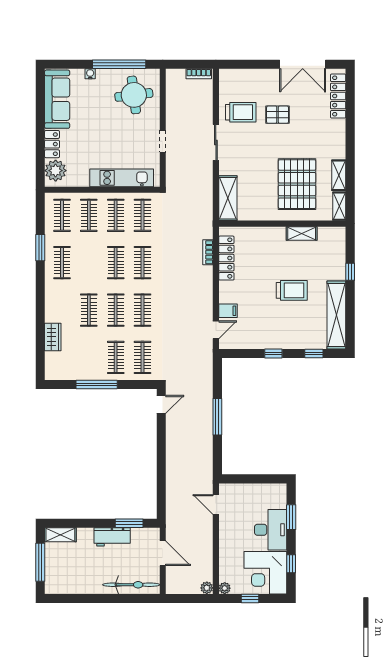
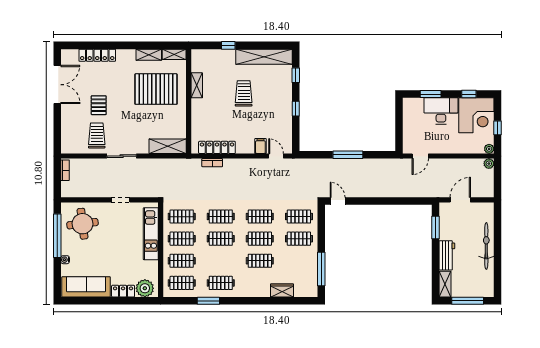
locker: (338, 96) -> (97, 55), moved
window: (97, 384) -> (321, 269), moved
workbench: (112, 537) -> (447, 255), moved
bicycle: (131, 585) -> (486, 246), moved

